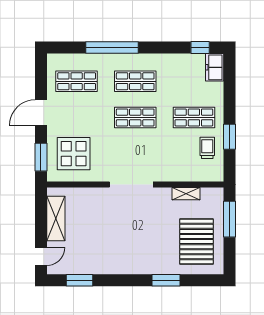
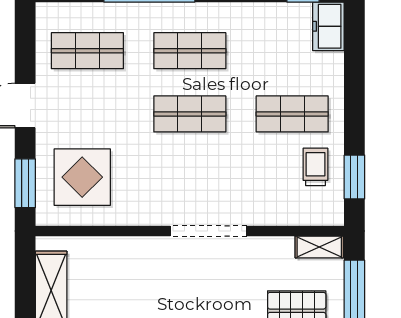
window: (230, 137) -> (354, 177), moved
doorway: (131, 185) -> (208, 231), moved
shelving: (186, 194) -> (319, 247), moved

